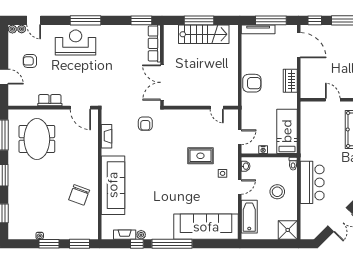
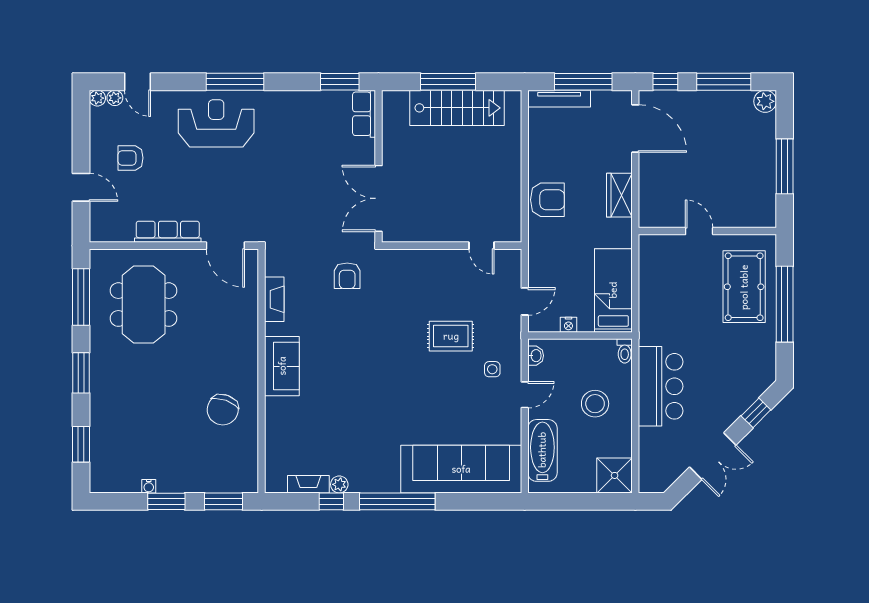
row of seats: (154, 43) -> (364, 114), width x0.68
row of seats: (50, 100) -> (168, 232), width x1.48
sofa: (113, 185) -> (282, 366), width x0.54, depth x0.79

